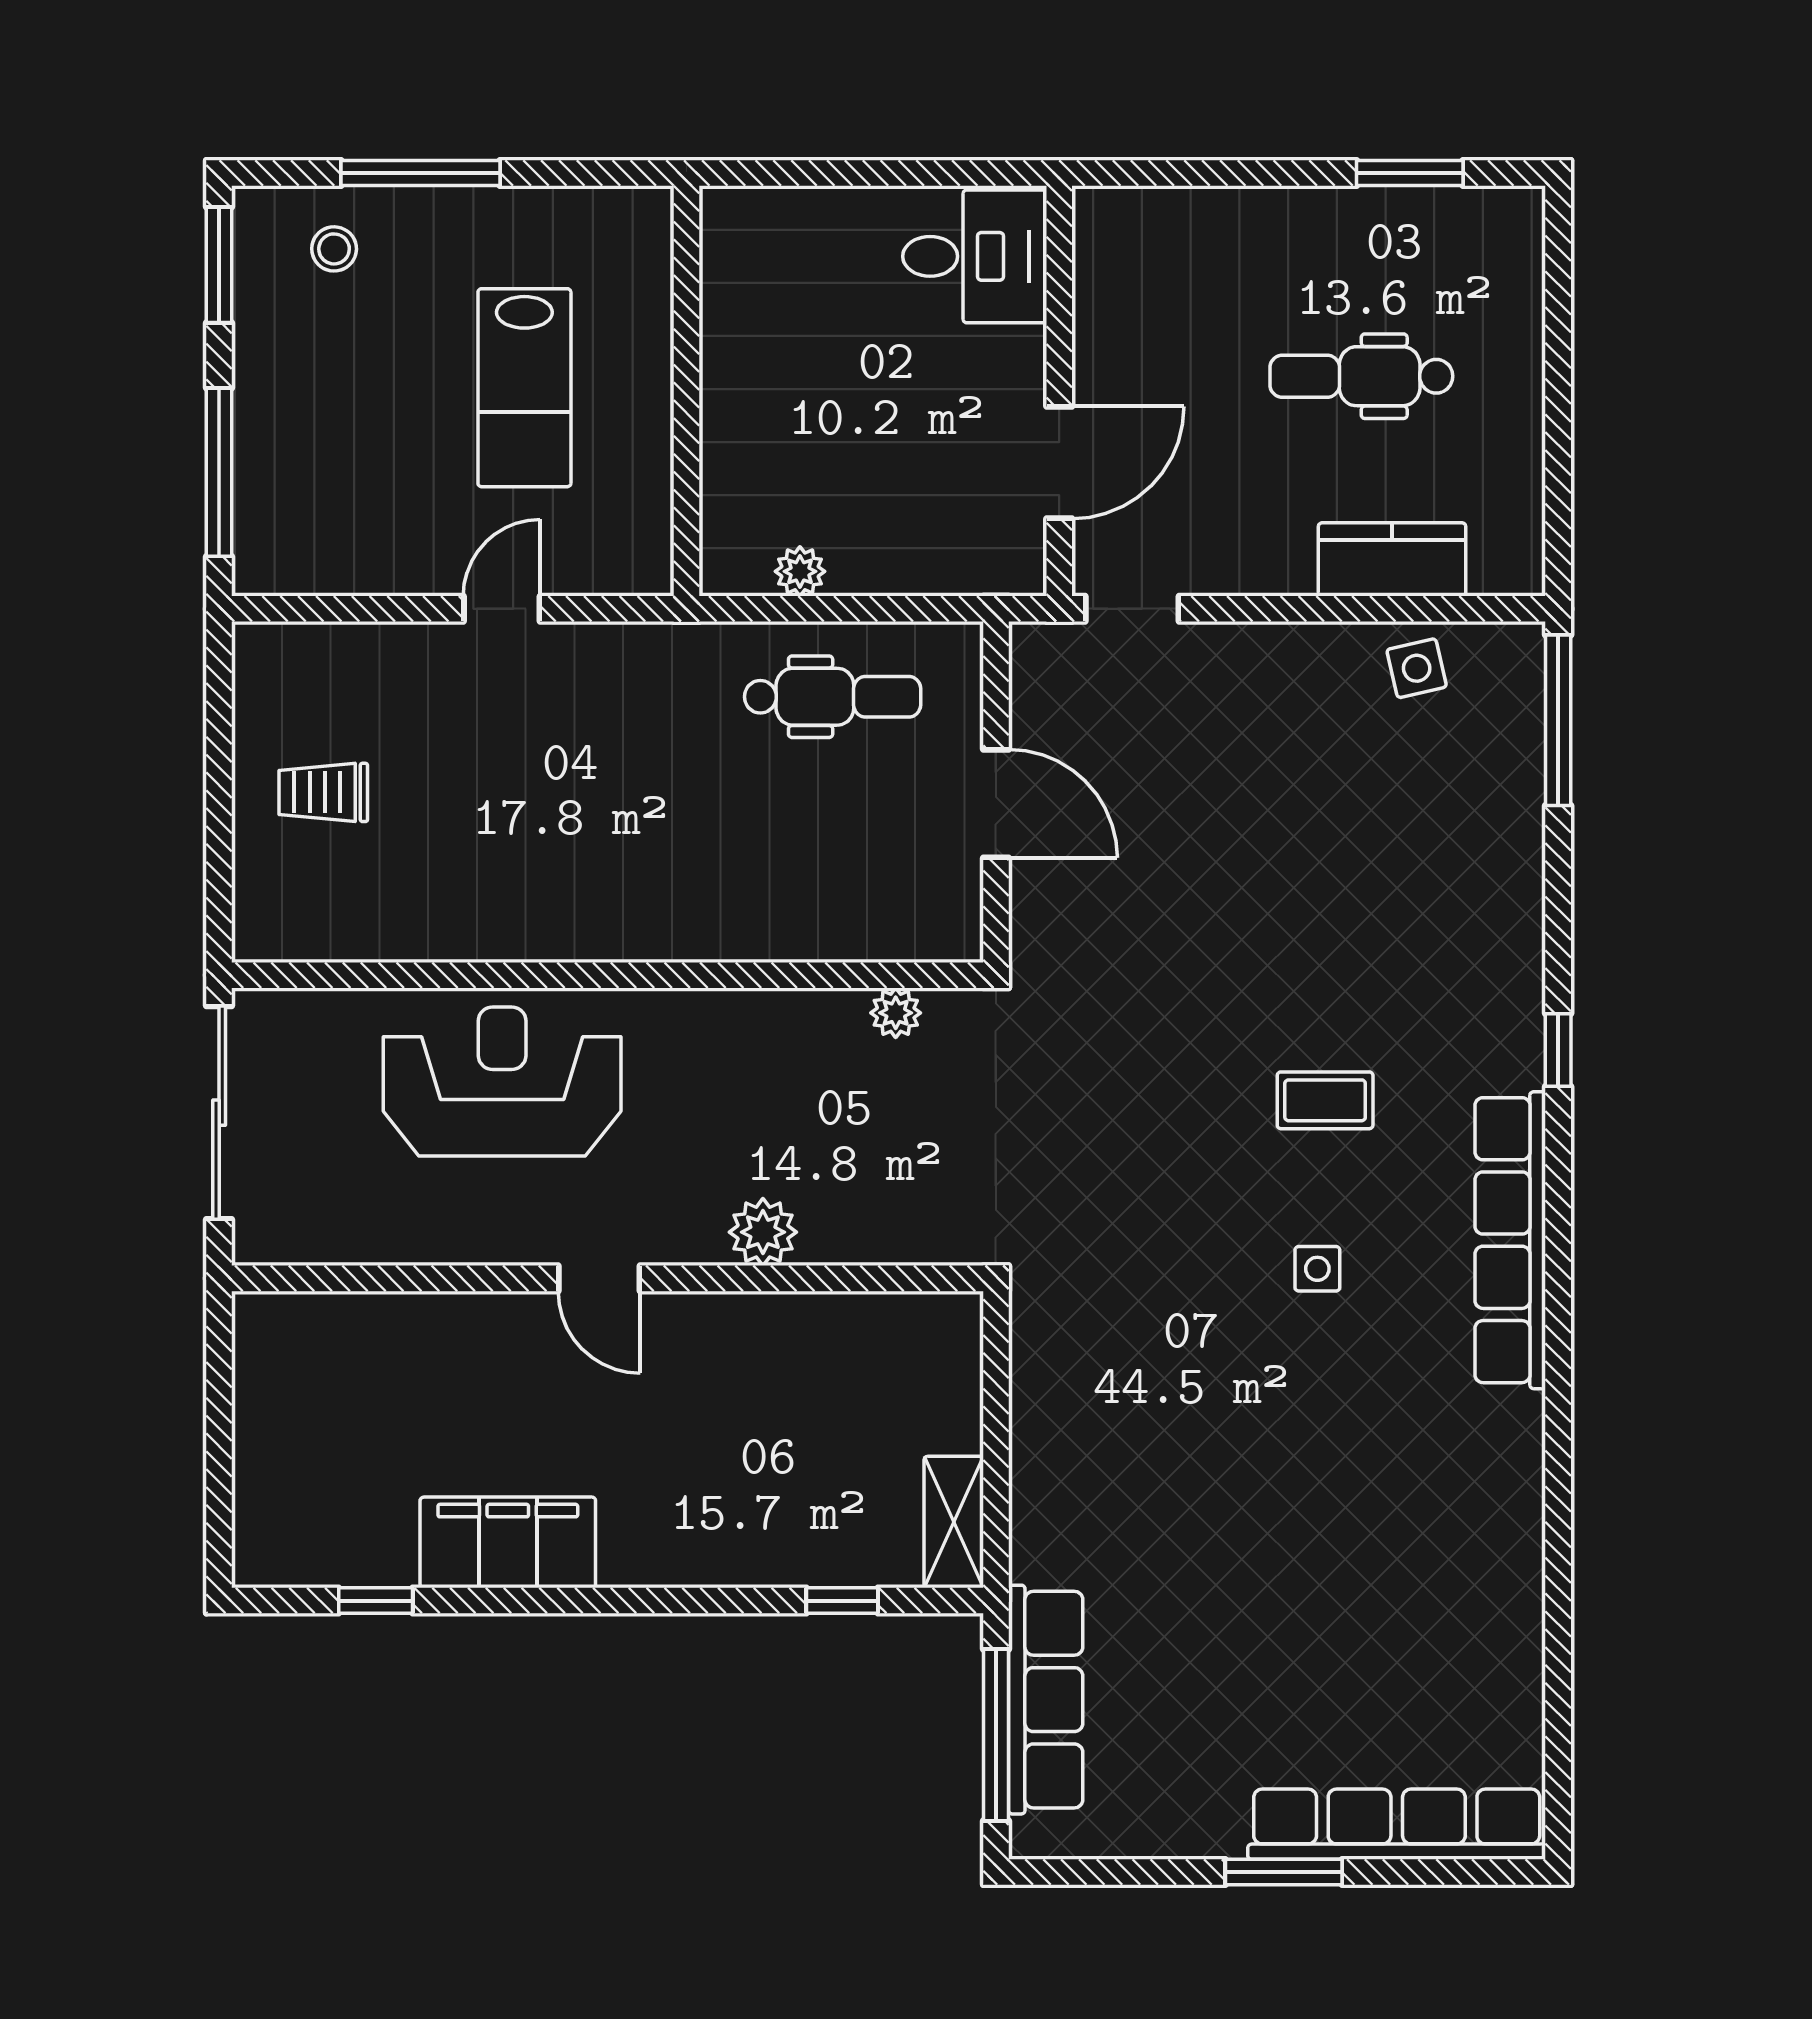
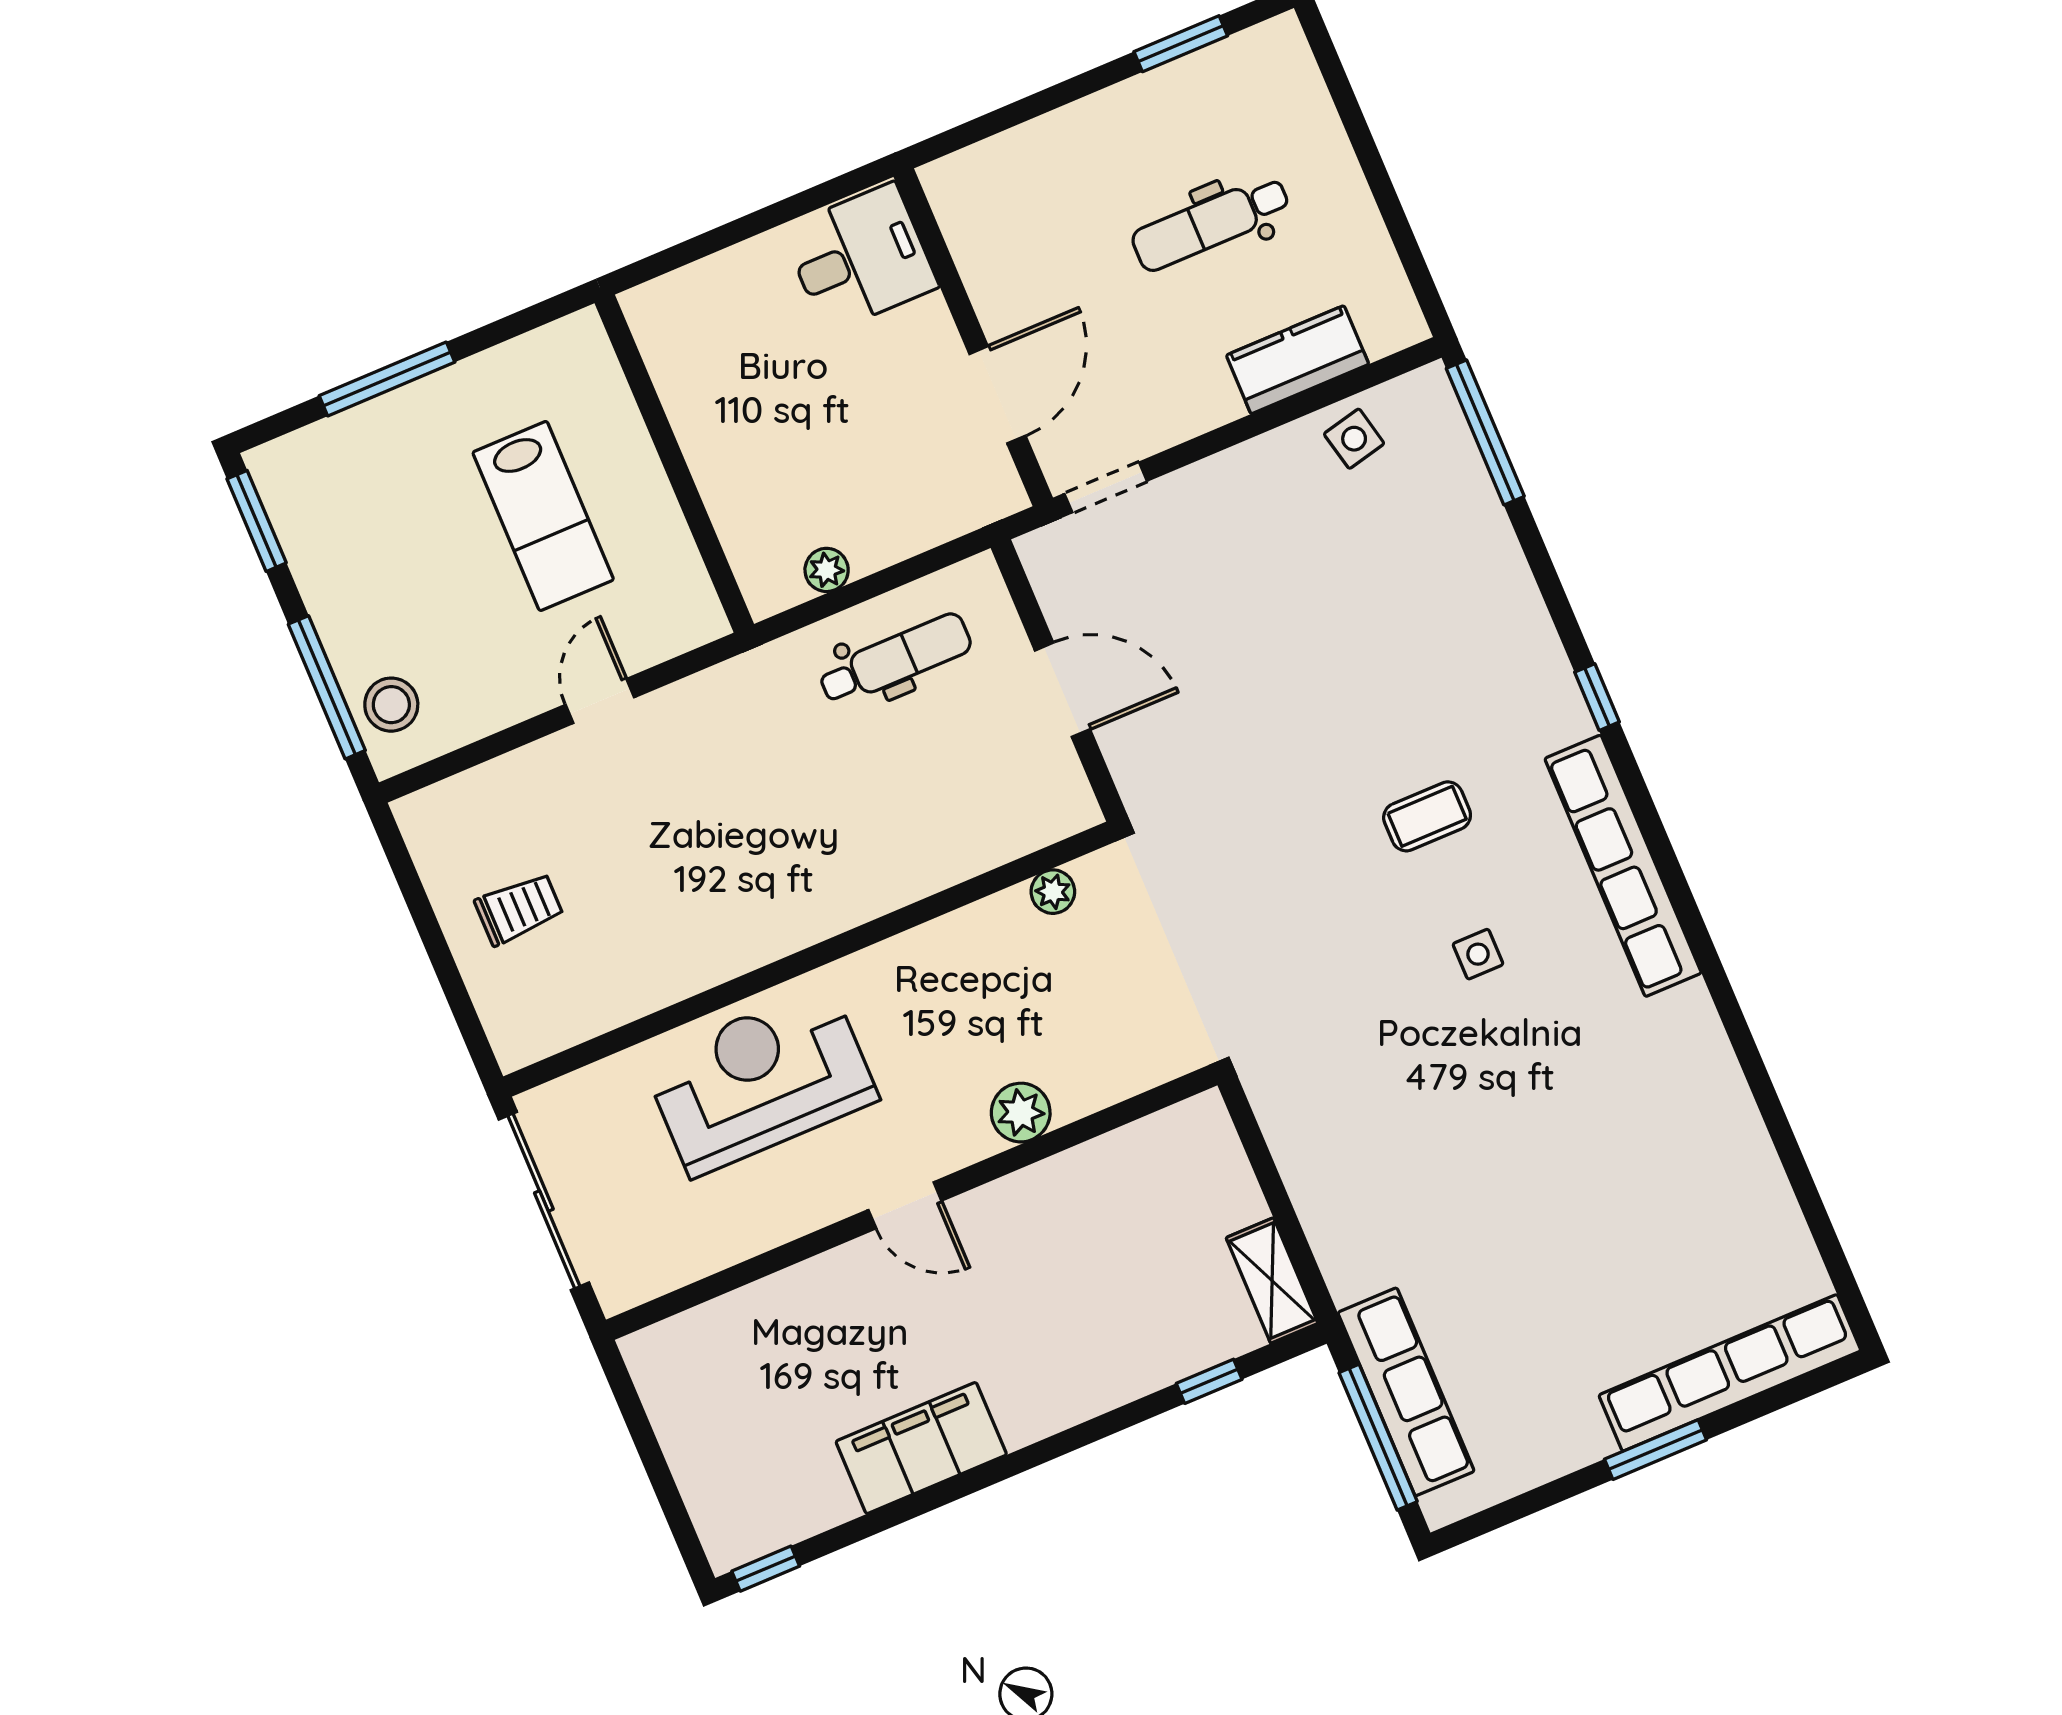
stool: (334, 249) -> (391, 705), moved, width x1.37, depth x1.37
trolley: (323, 792) -> (519, 909), turned 180
window: (376, 1601) -> (766, 1569), moved

